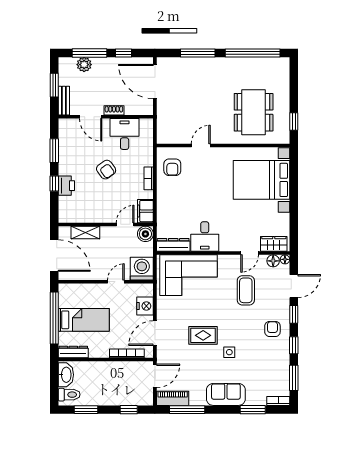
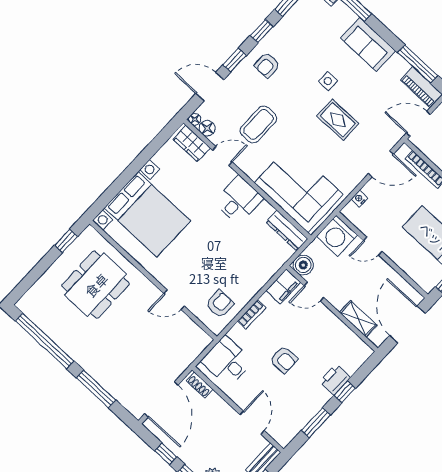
shoe rack: (114, 110) -> (200, 385), moved
desk: (125, 134) -> (227, 361), moved, turned 90
armchair: (106, 170) -> (284, 360), turned 126
desk: (205, 237) -> (239, 200), moved
nightstand: (145, 306) -> (359, 199), width x0.53, depth x0.56

